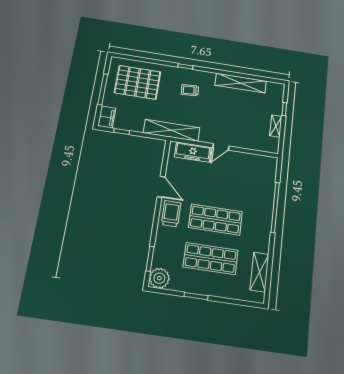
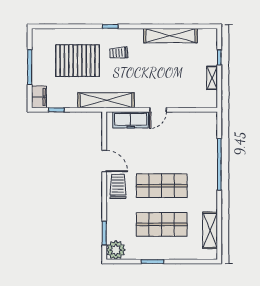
pallet: (138, 82) -> (78, 61), moved

